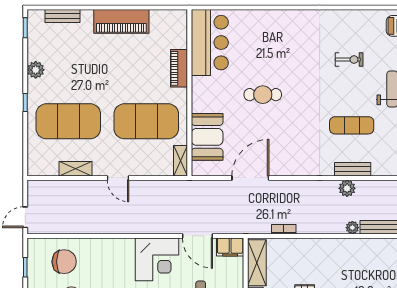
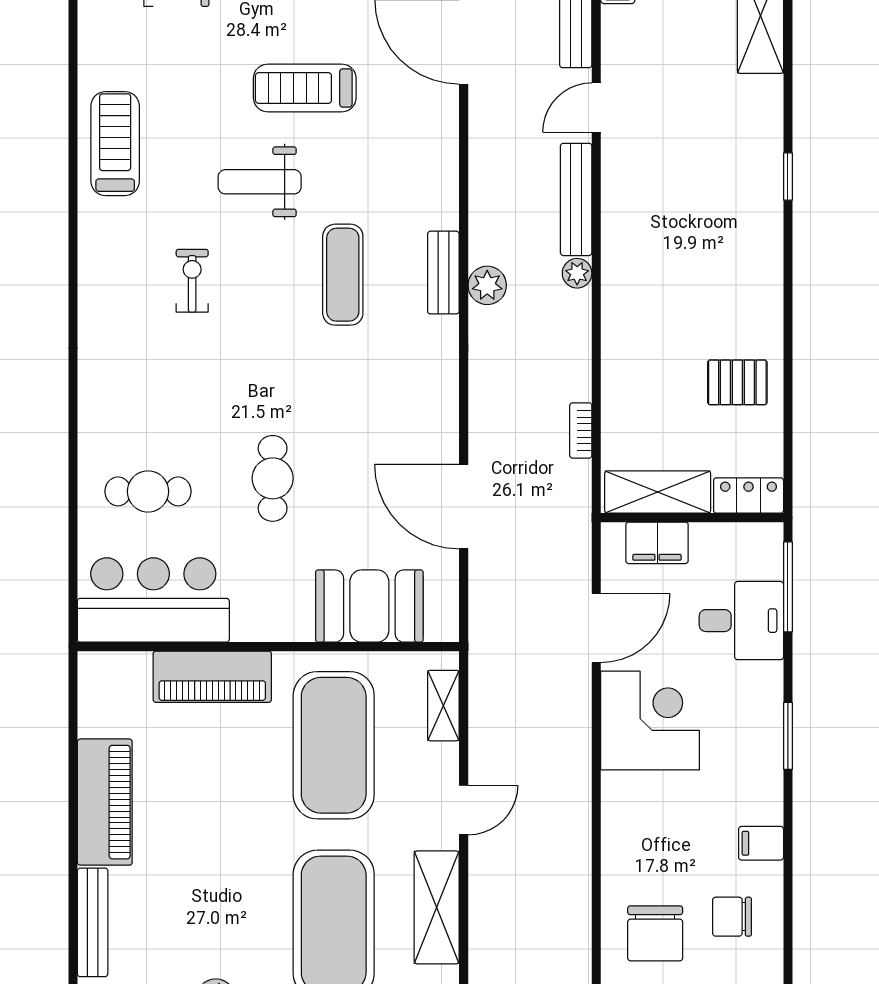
bench: (63, 16) -> (93, 922), width x1.36
cafe table: (257, 40) -> (148, 491), added
piano: (179, 68) -> (212, 677), width x1.37, depth x1.33
shelving: (180, 161) -> (443, 706), moved, turned 90
shelving: (75, 169) -> (437, 907), width x1.50, depth x1.33
filing cabinet: (230, 247) -> (657, 543), moved, turned 90
chair: (64, 262) -> (655, 933), turned 180

